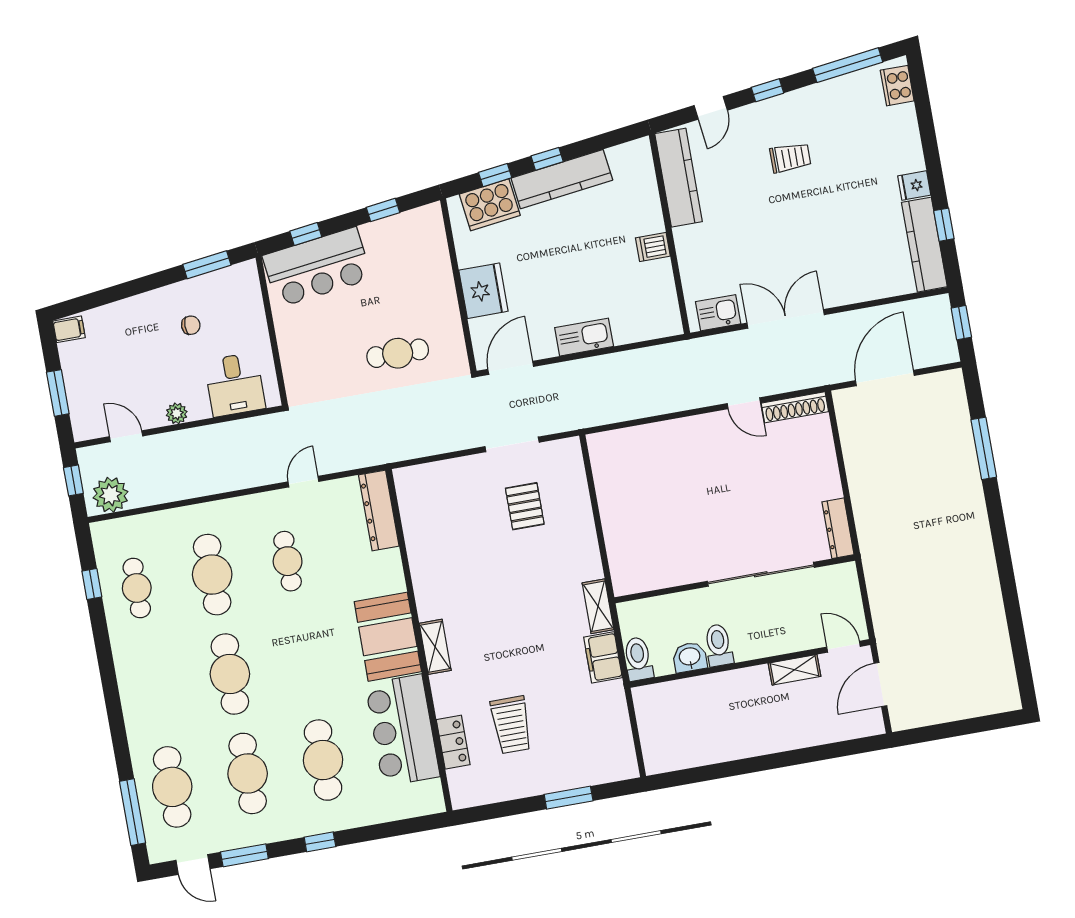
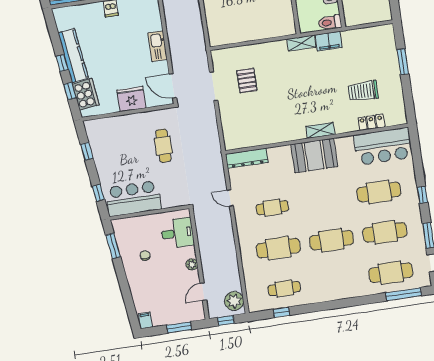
bar counter: (317, 267) -> (133, 198), moved, turned -83
pallet: (525, 506) -> (247, 80), turned 90
trolley: (511, 725) -> (363, 91), turned 180
bar counter: (402, 730) -> (383, 146), moved

